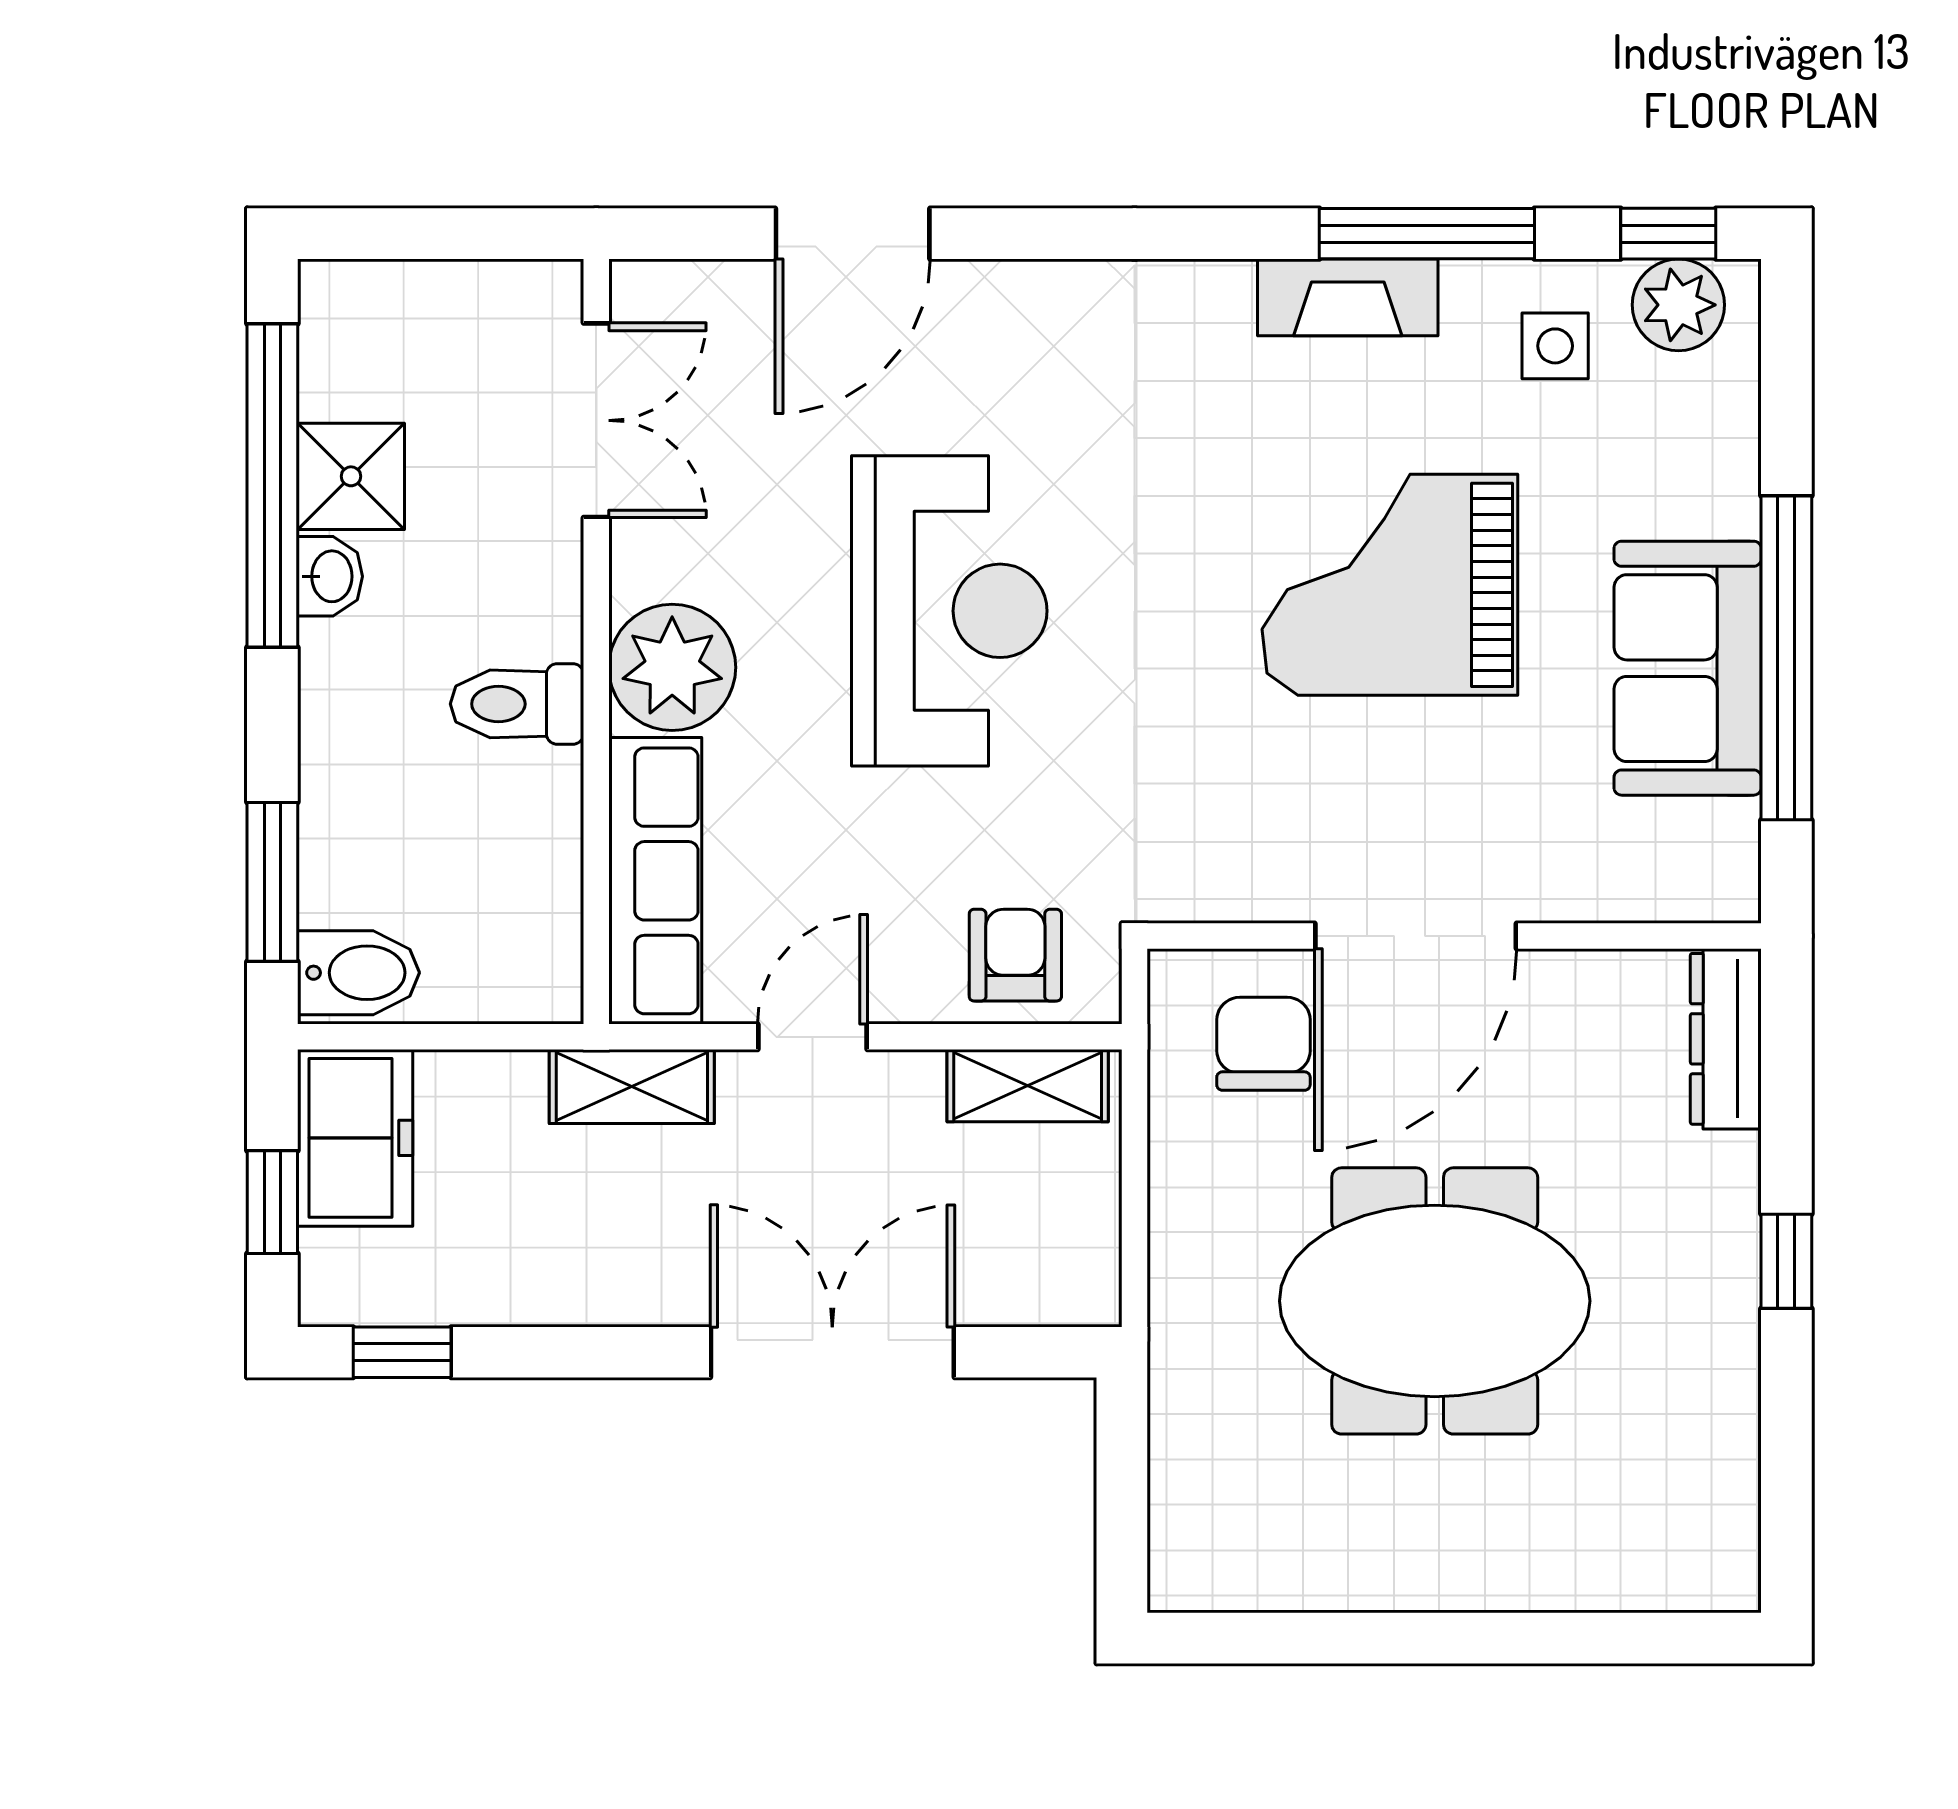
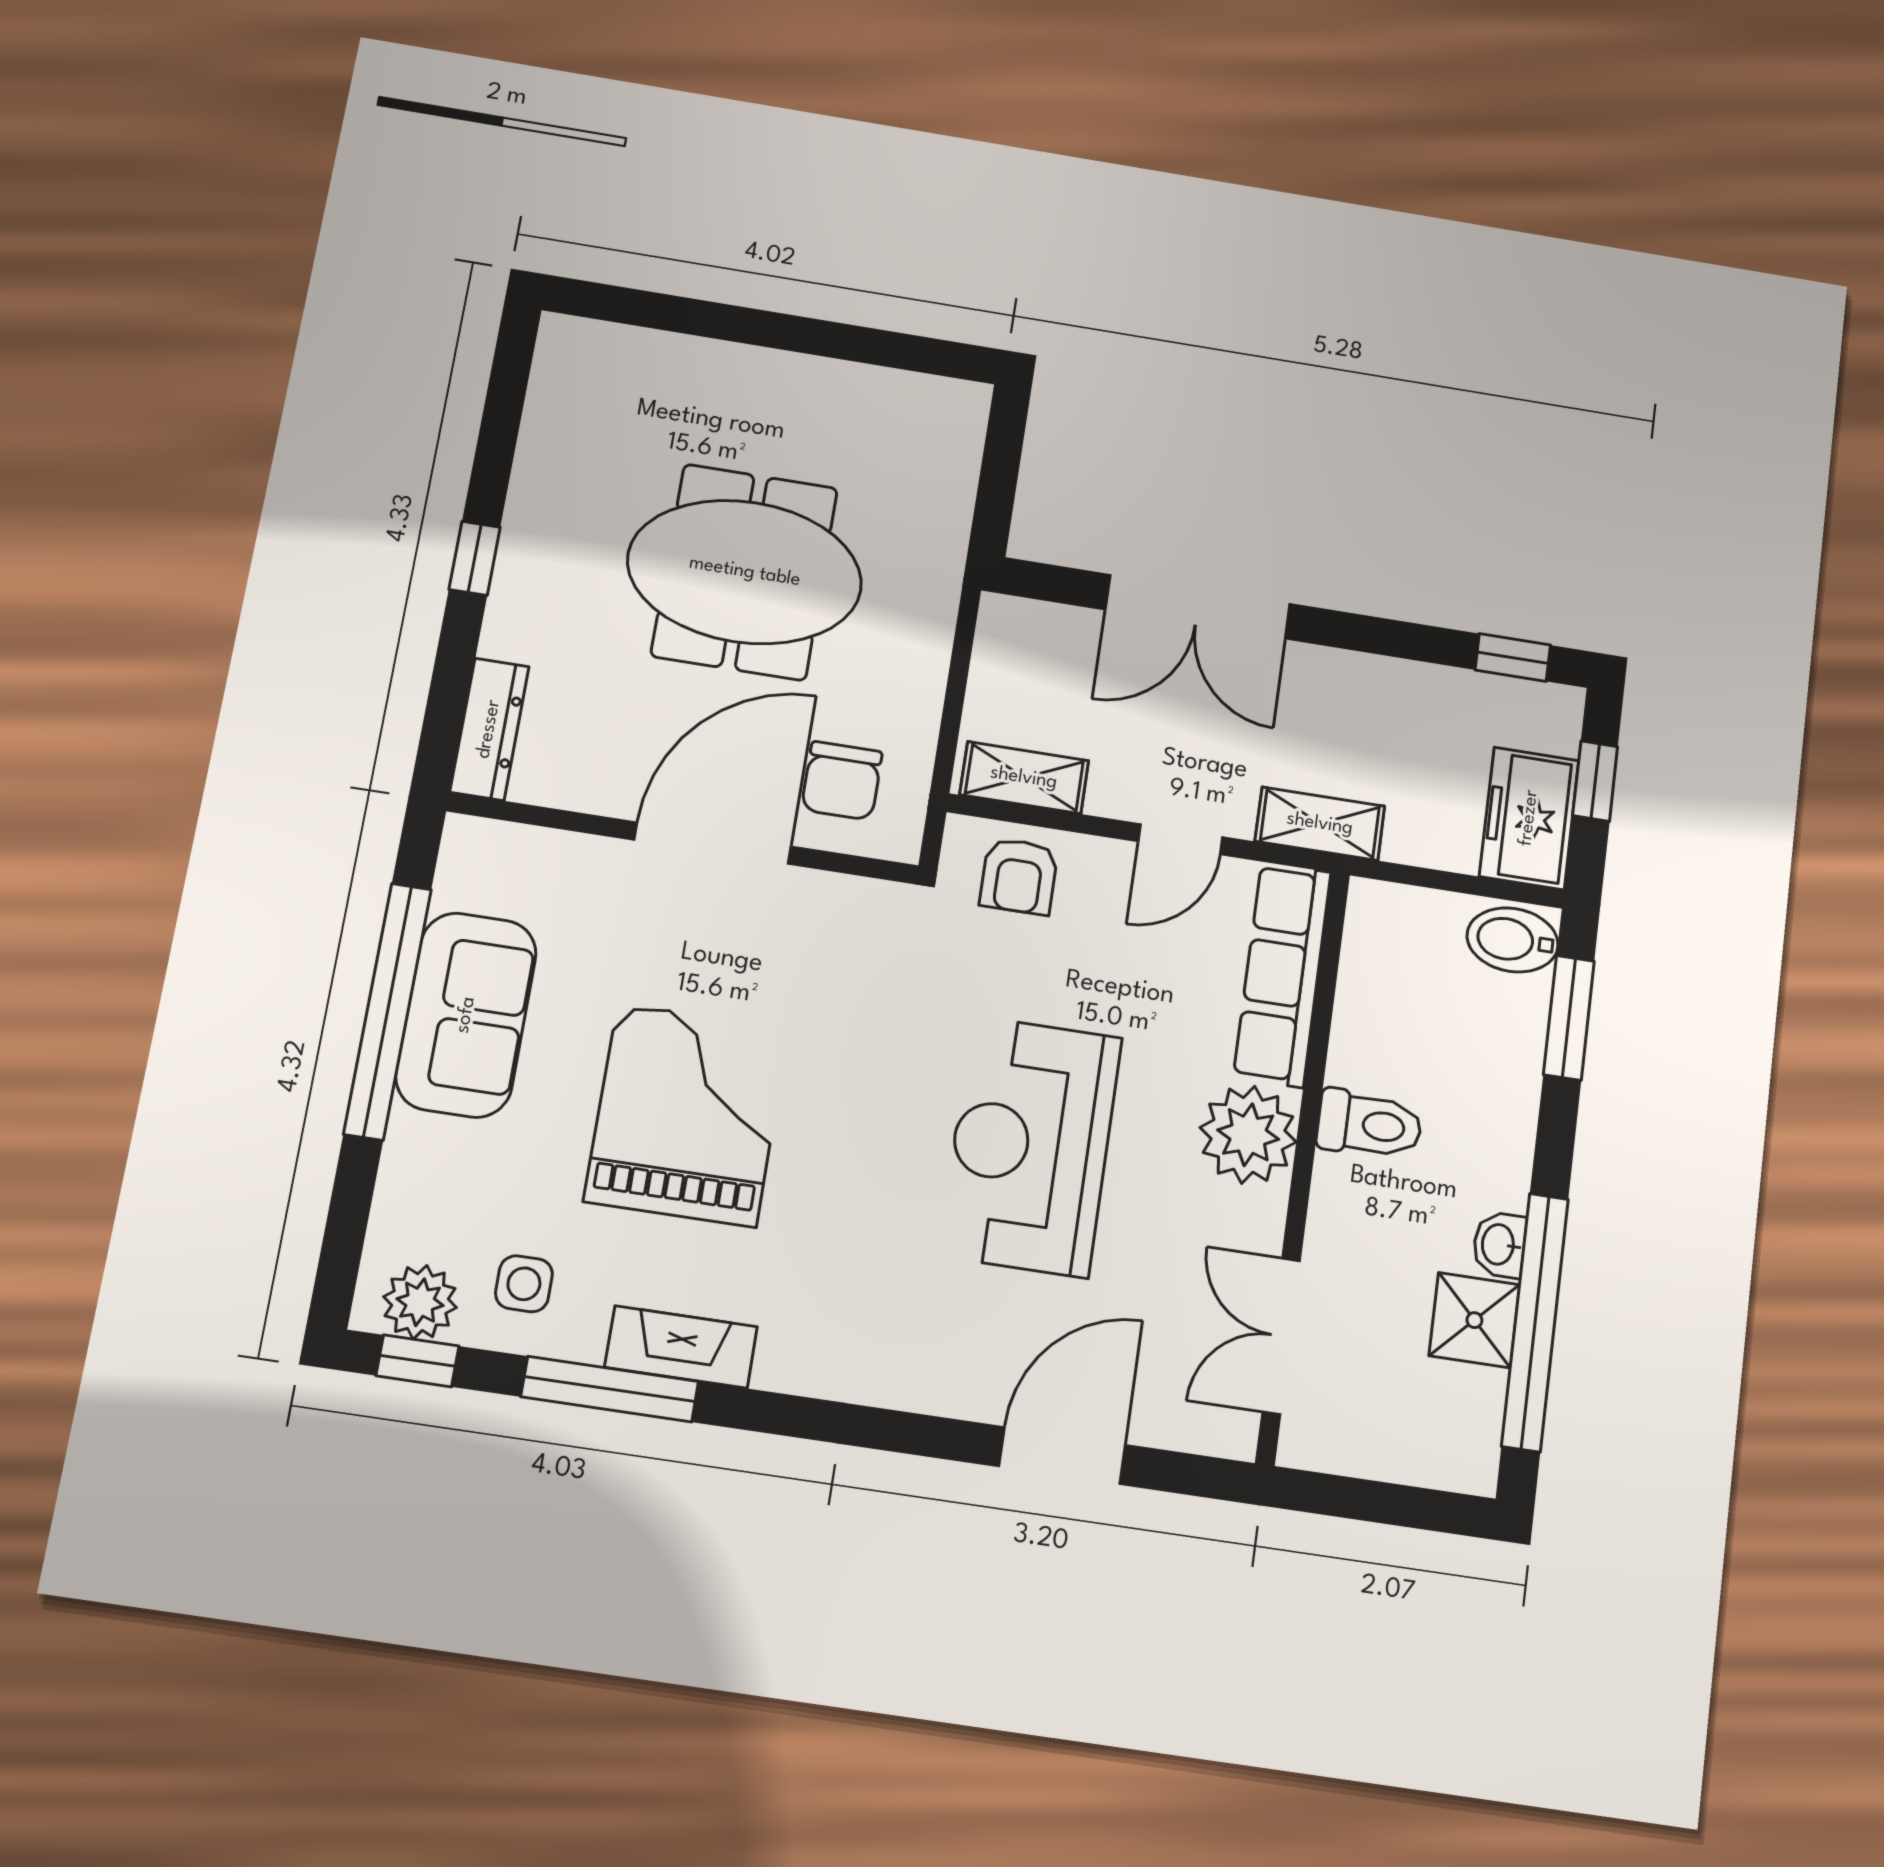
grand piano: (1390, 585) -> (687, 1115), turned -90

